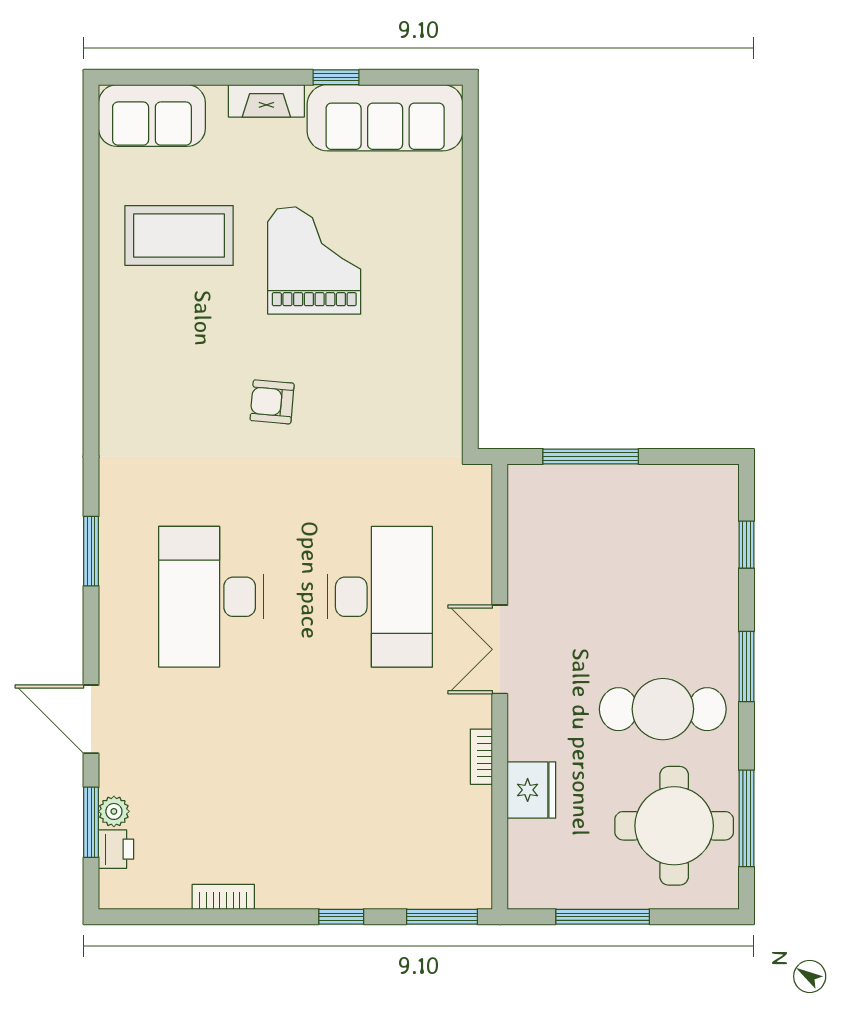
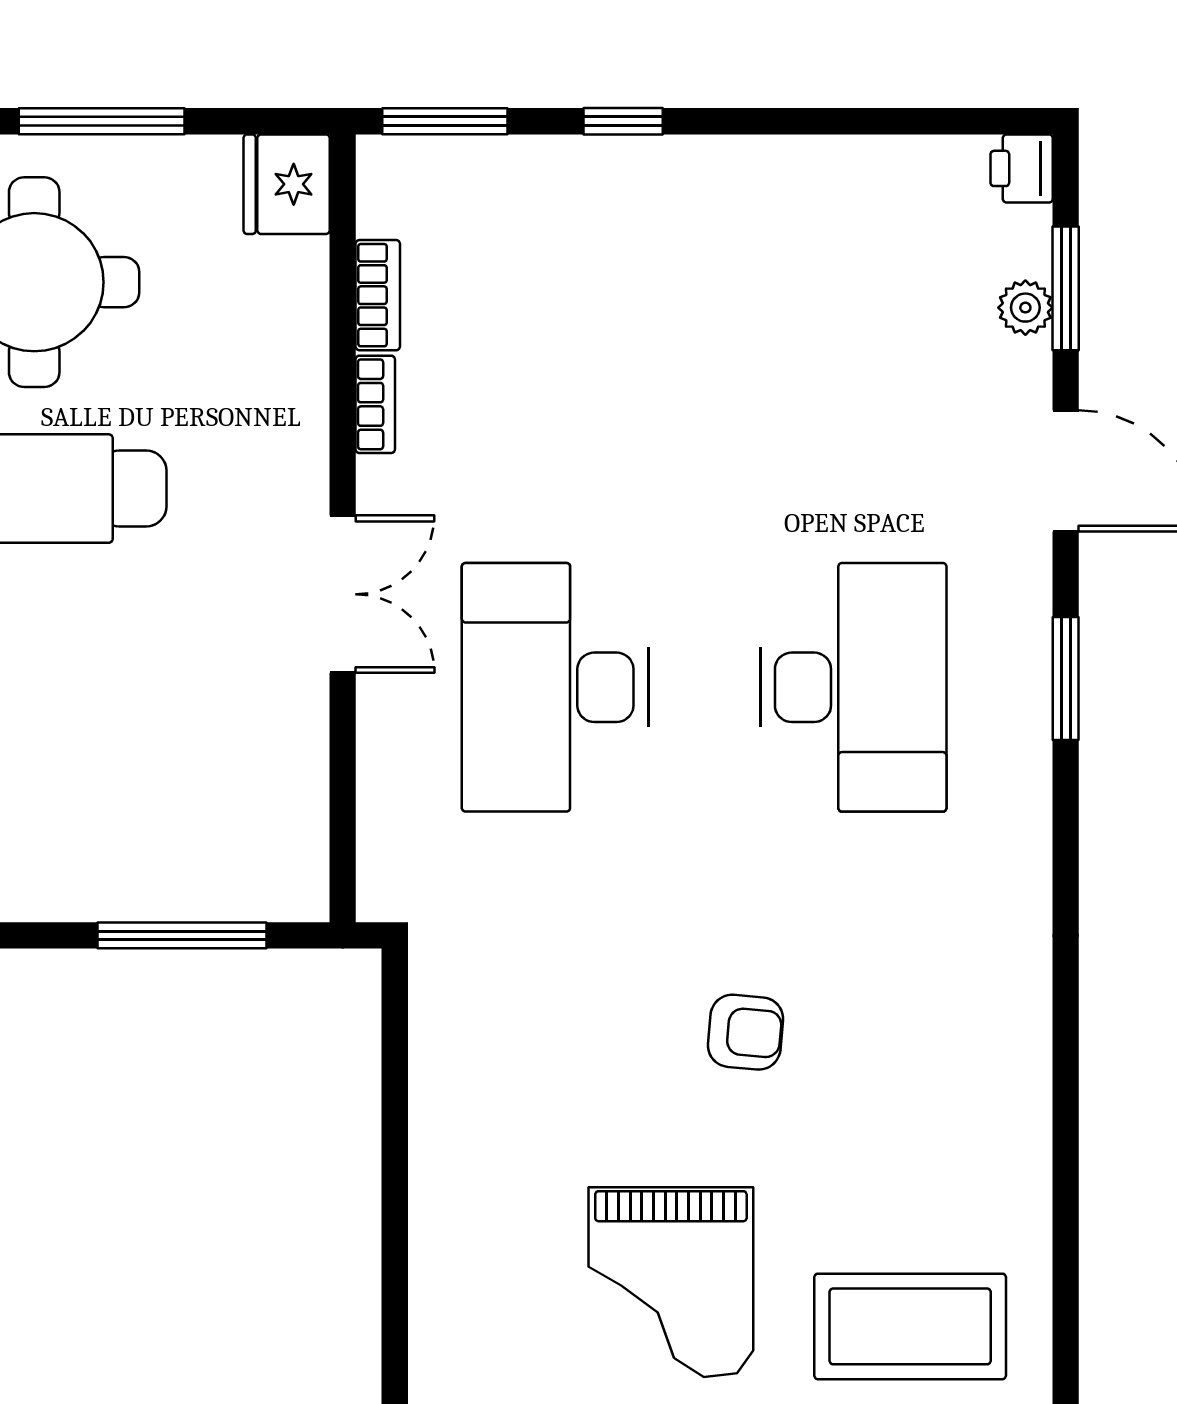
window: (91, 551) -> (1066, 679), moved
fridge: (531, 790) -> (287, 184), moved
printer: (116, 849) -> (1022, 168), moved
bookcase: (223, 897) -> (378, 295), moved, turned -90
window: (603, 917) -> (102, 121), moved

